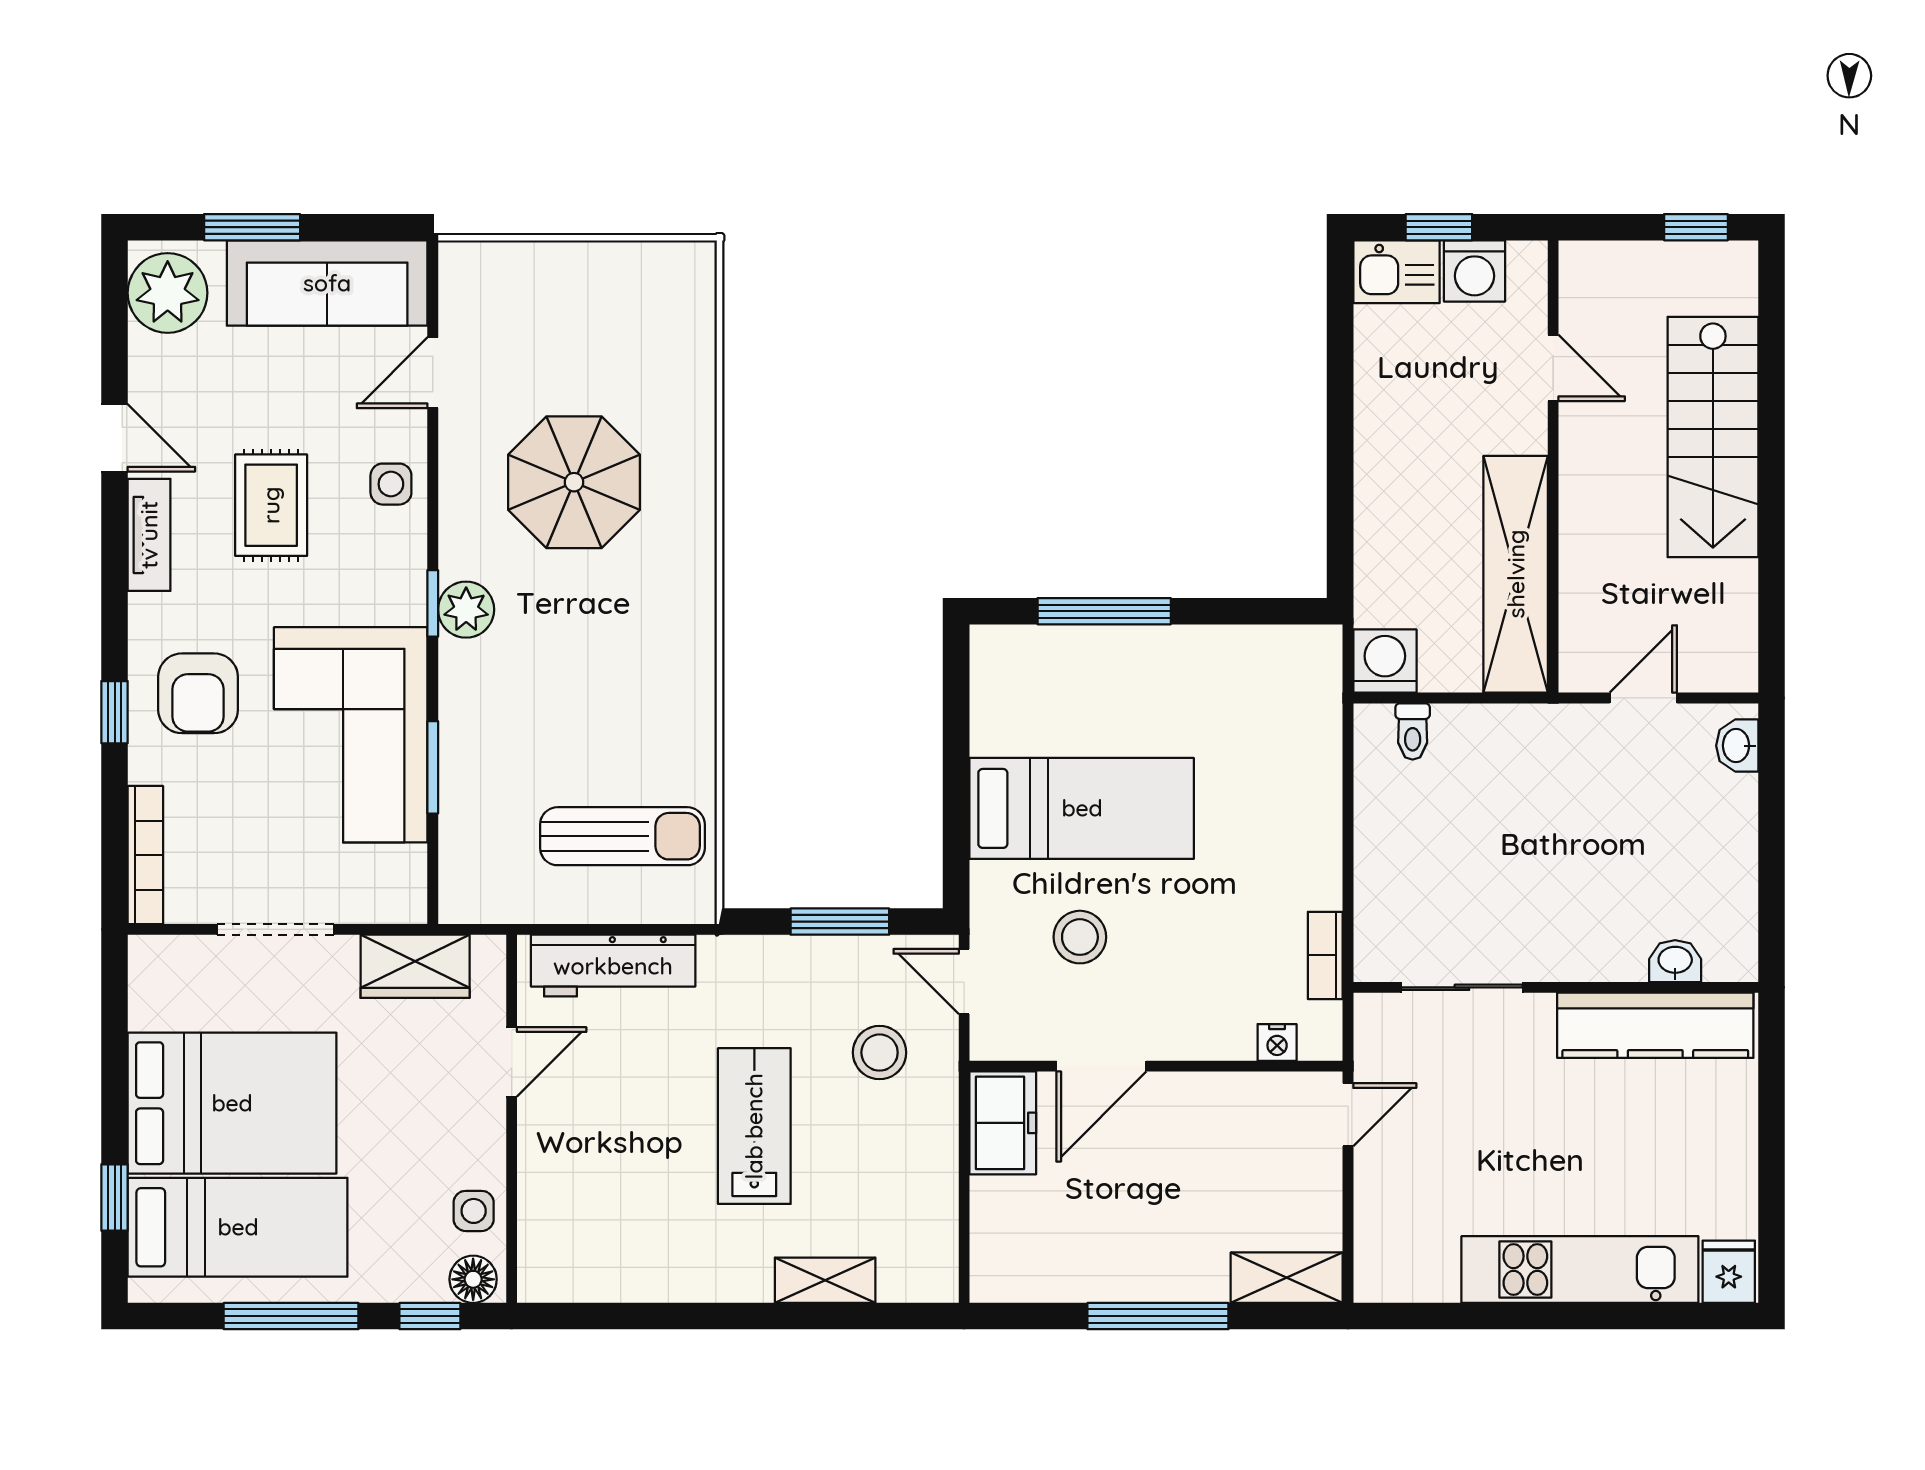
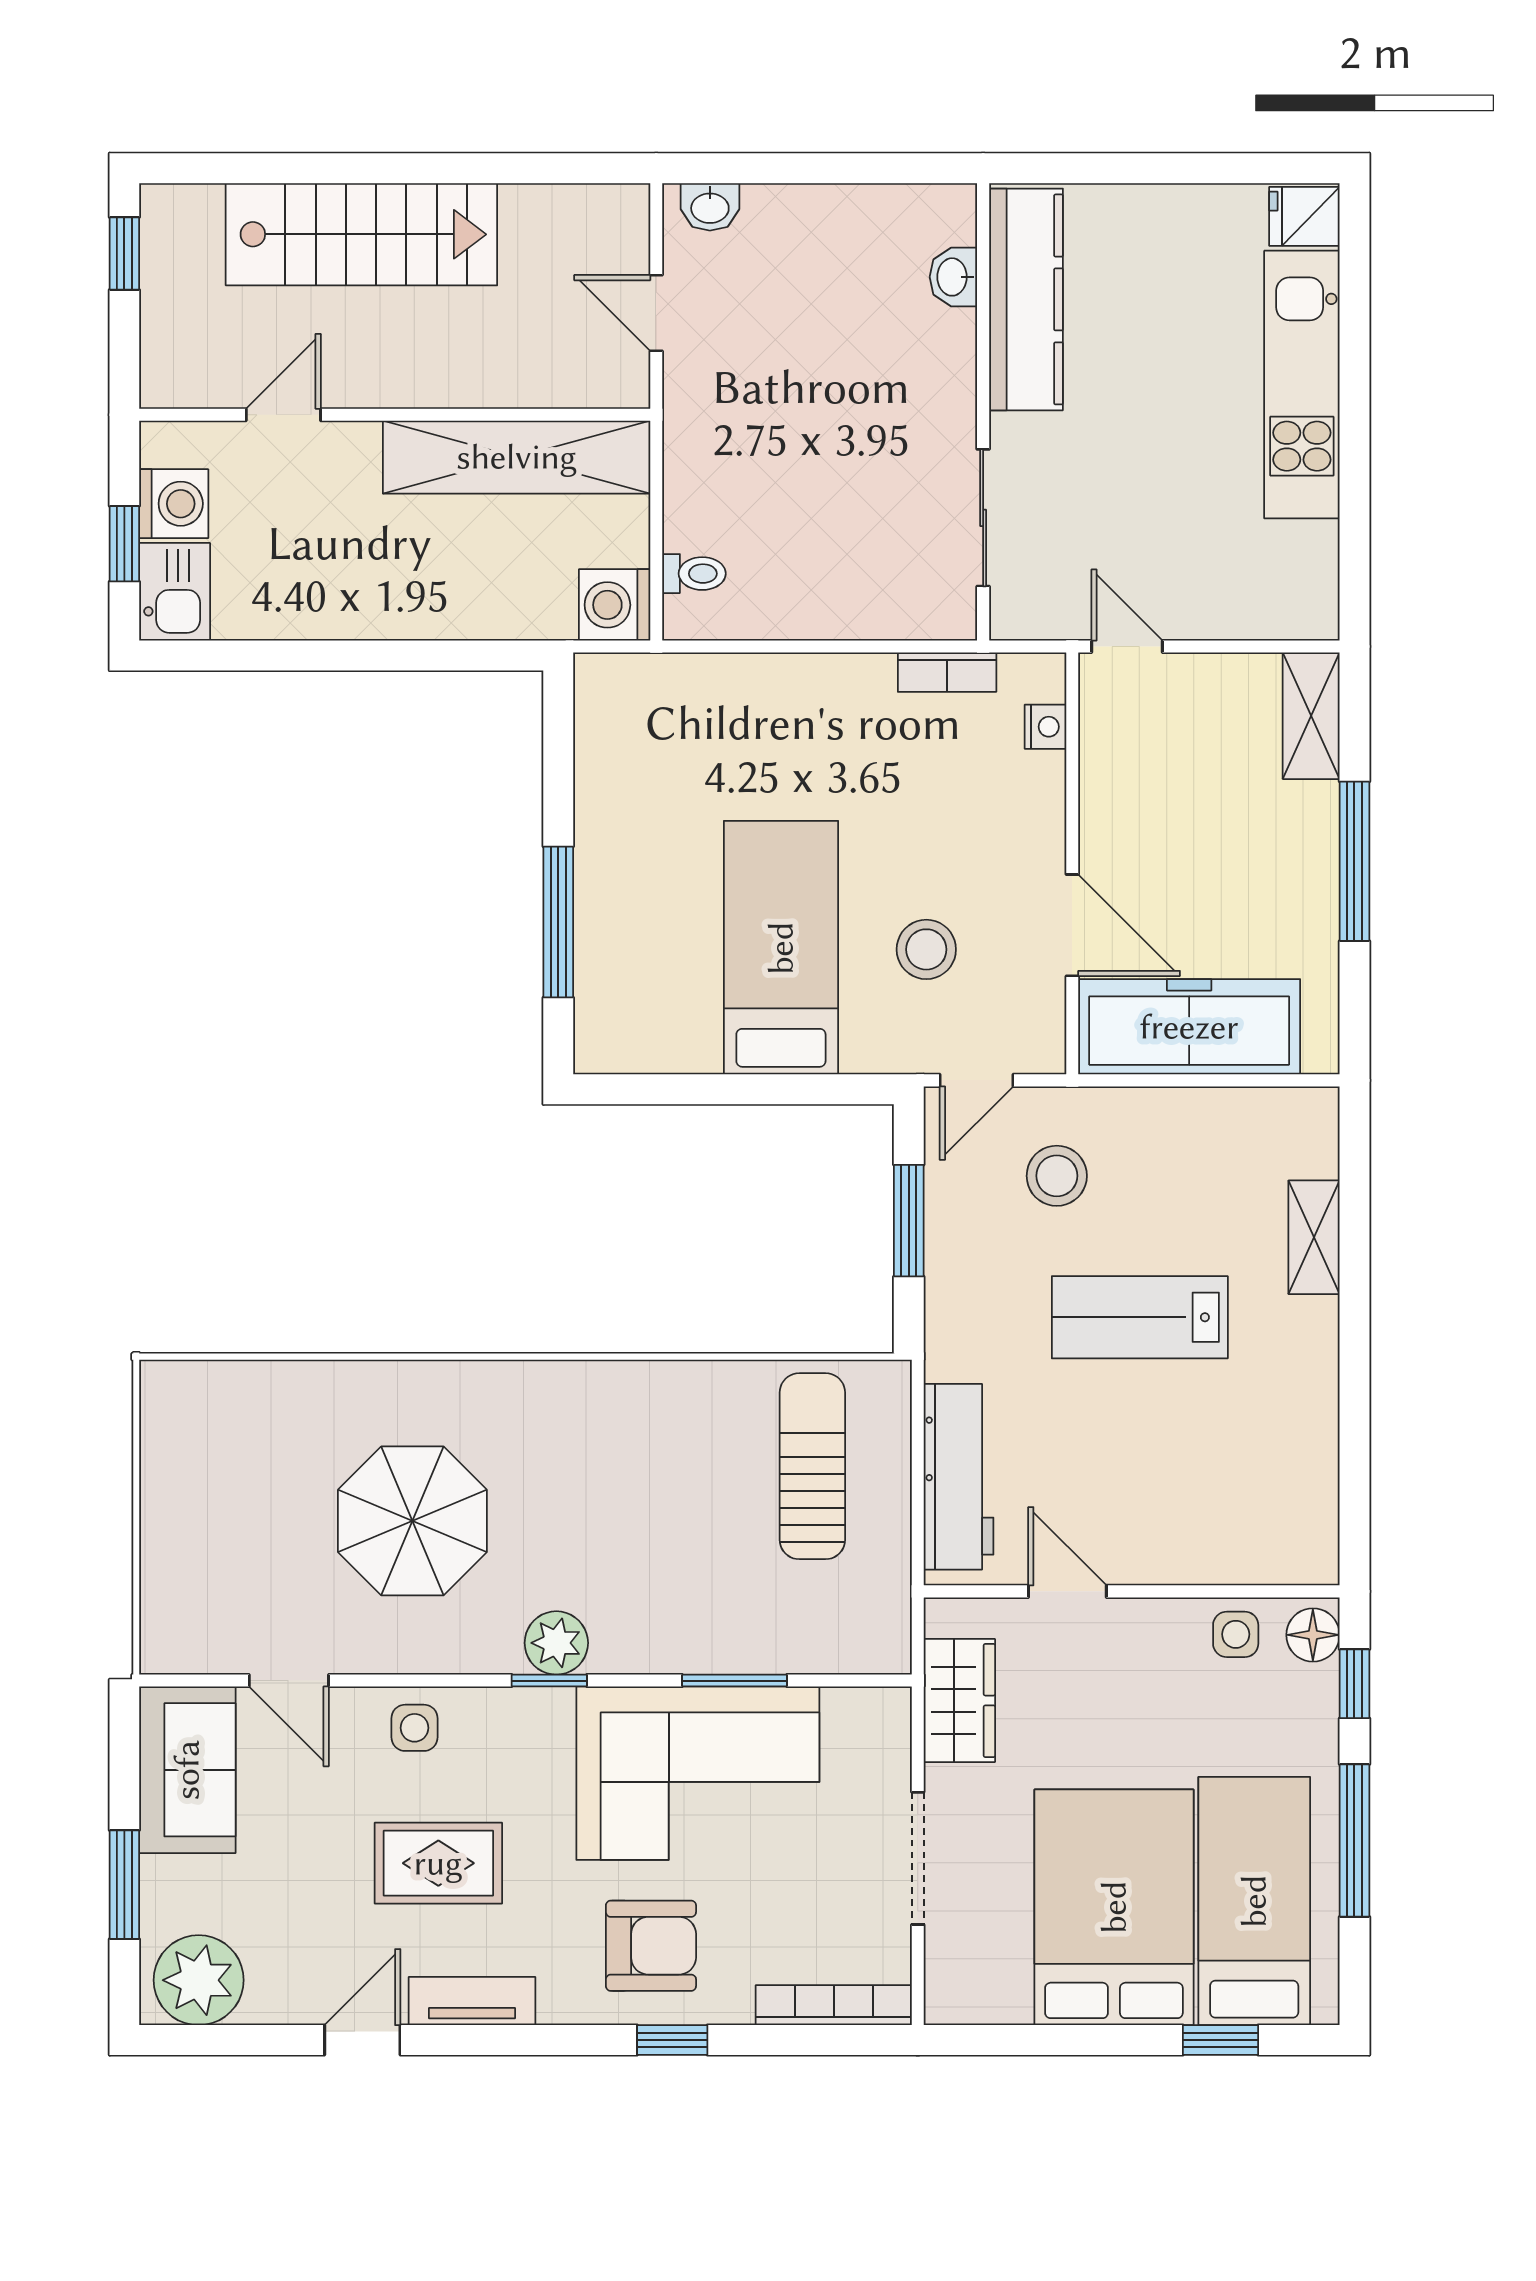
sofa: (327, 283) -> (187, 1770), width x0.73
freezer: (1003, 1123) -> (1189, 1027), width x1.91, depth x1.26

